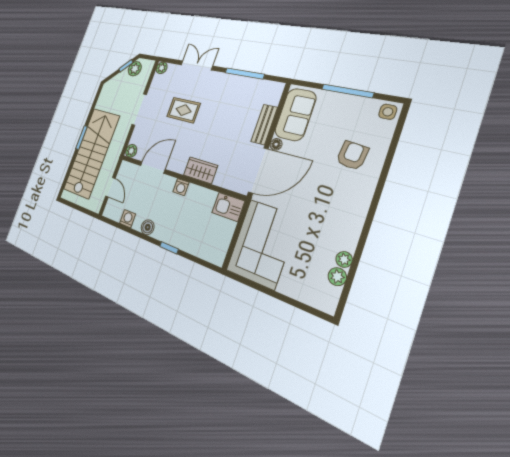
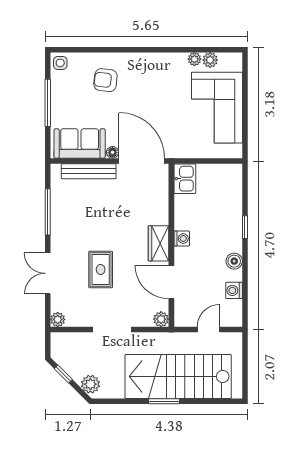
plant: (135, 69) -> (90, 384), moved
bench: (264, 124) -> (89, 171), width x1.36
wardrobe: (201, 170) -> (159, 243), moved
corner sofa: (262, 244) -> (217, 108), moved, turned -90

